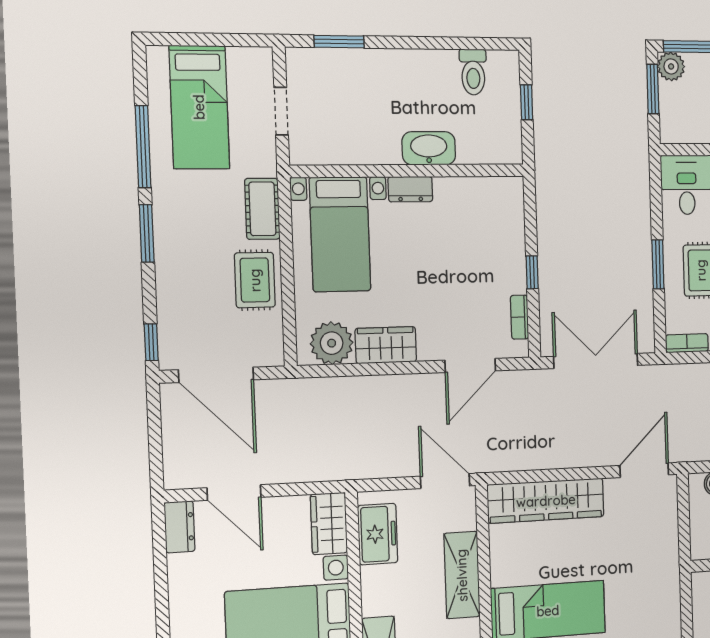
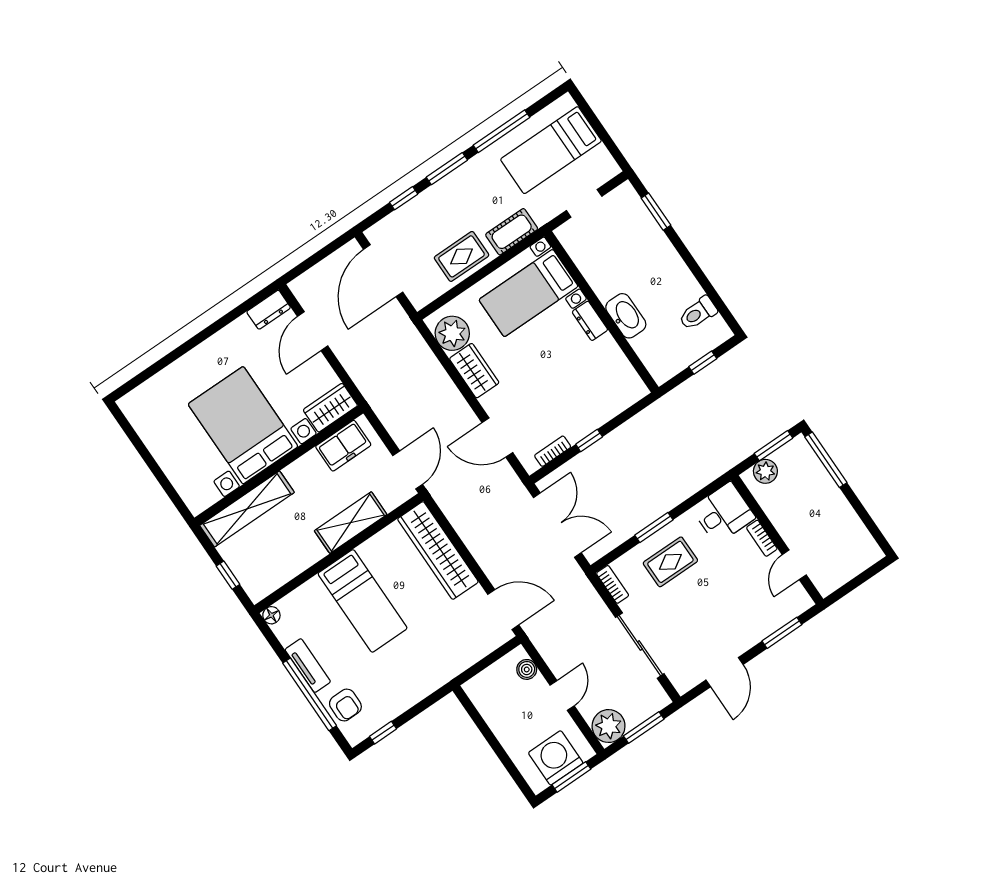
plant: (671, 66) -> (765, 471), moved
window: (151, 342) -> (404, 198), moved

